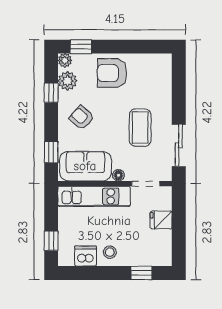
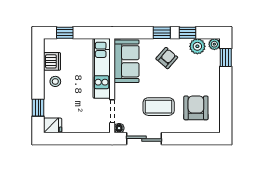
armchair: (112, 73) -> (196, 108), moved
window: (51, 152) -> (162, 33), moved
floor lamp: (118, 175) -> (119, 128), moved
fridge: (161, 220) -> (53, 125), moved, turned 90

